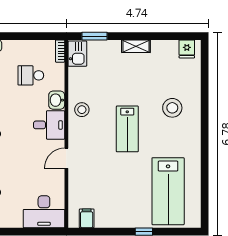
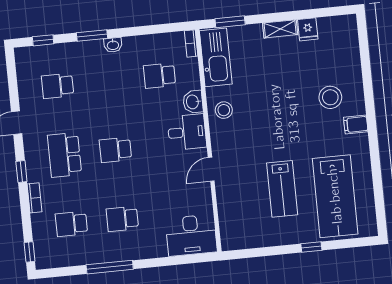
fridge: (187, 49) -> (308, 29), moved
kitchen sink: (77, 54) -> (216, 57), width x1.87, depth x1.24
lab bench: (127, 129) -> (282, 189), moved
filing cabinet: (87, 218) -> (356, 125), moved, turned -90

